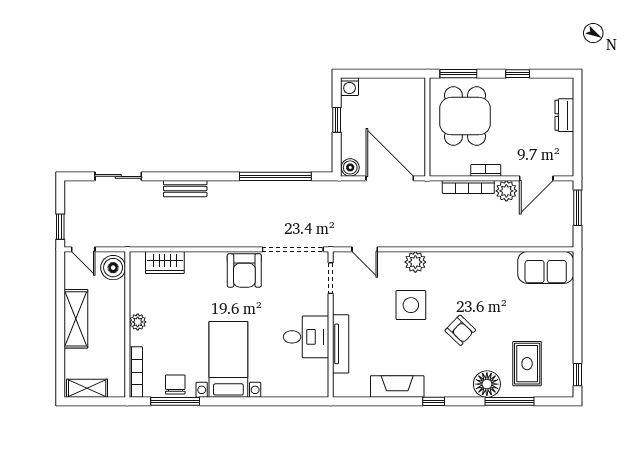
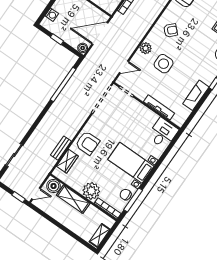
washing machine: (350, 87) -> (52, 15), moved
bench: (185, 189) -> (61, 148), moved
armchair: (244, 270) -> (87, 143), moved
shelving: (76, 319) -> (73, 199), moved
plant: (138, 322) -> (91, 191), width x1.87, depth x1.87
armchair: (460, 330) -> (171, 30), moved
desk: (306, 337) -> (163, 133), moved

